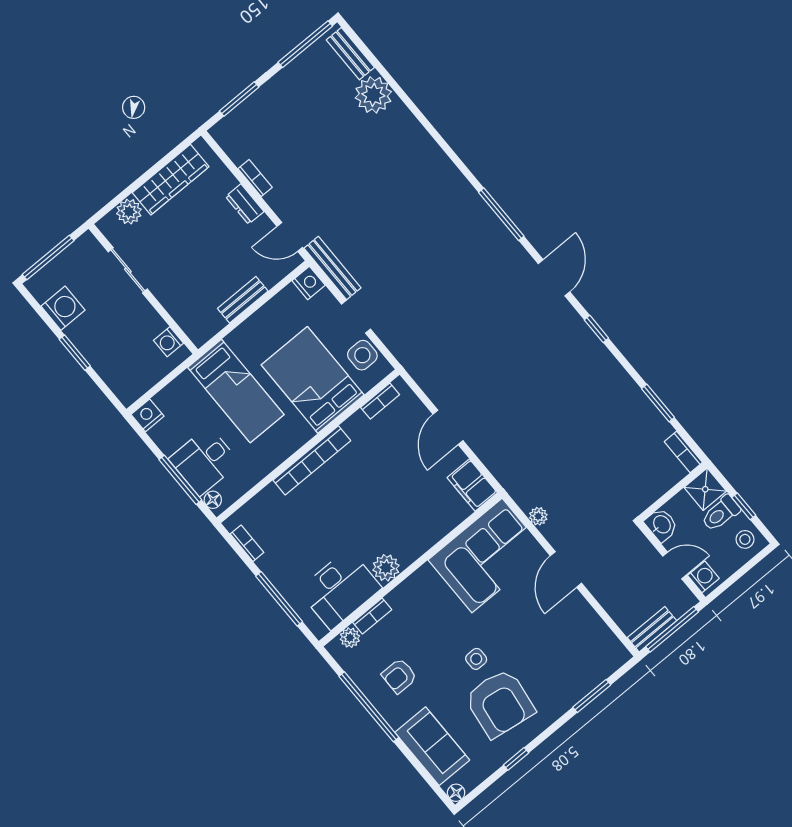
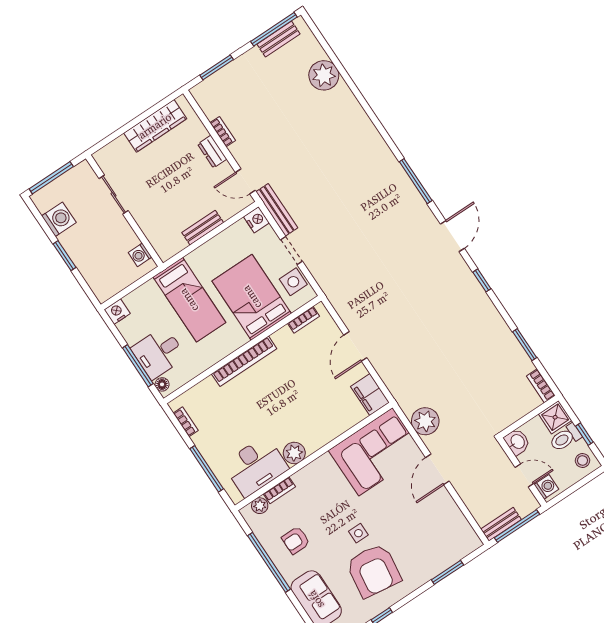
bench: (350, 54) -> (278, 39), moved, turned 90
plant: (129, 212) -> (119, 148), removed
plant: (538, 516) -> (425, 421), width x1.87, depth x1.87

